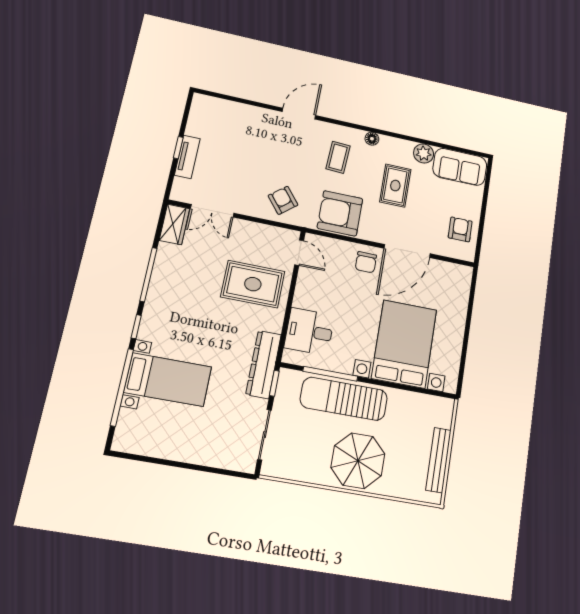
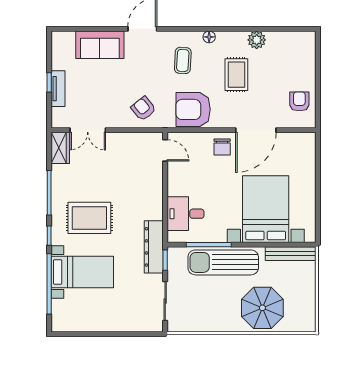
sofa: (460, 167) -> (100, 45), moved
rug: (253, 284) -> (89, 218), moved
bench: (439, 460) -> (291, 254), moved, turned 90
parasol: (358, 461) -> (262, 308), moved

